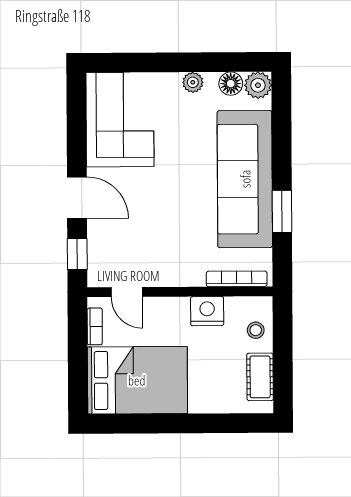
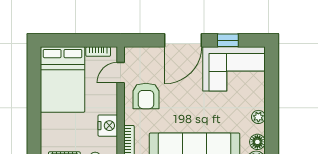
door: (77, 198) -> (183, 40), width x1.36
armchair: (162, 253) -> (146, 96), added
window: (77, 254) -> (228, 40), moved

